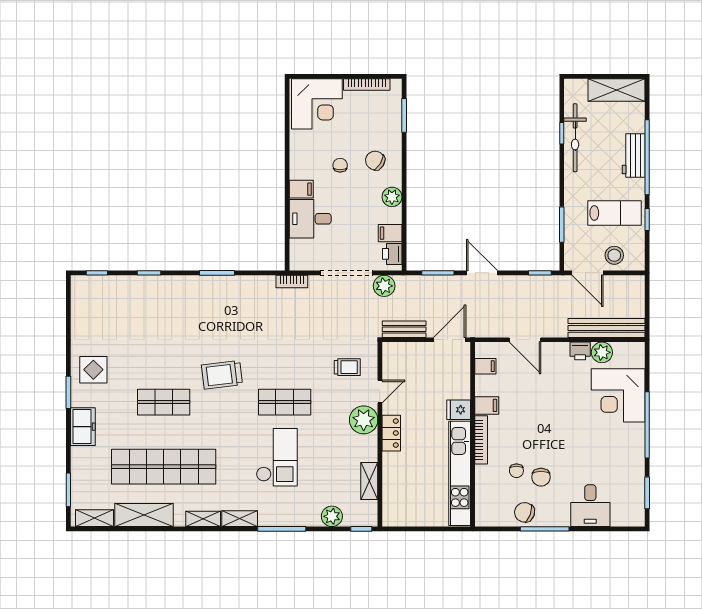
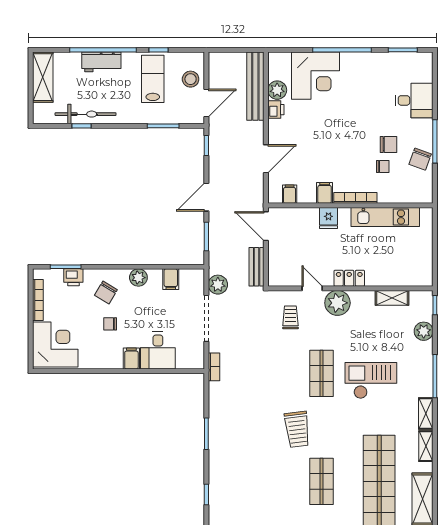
printer: (392, 254) -> (73, 277), moved
kitchen unit: (460, 473) -> (385, 217), width x0.73

